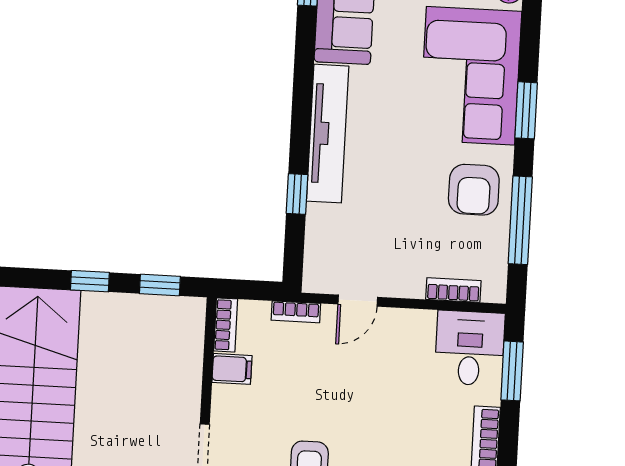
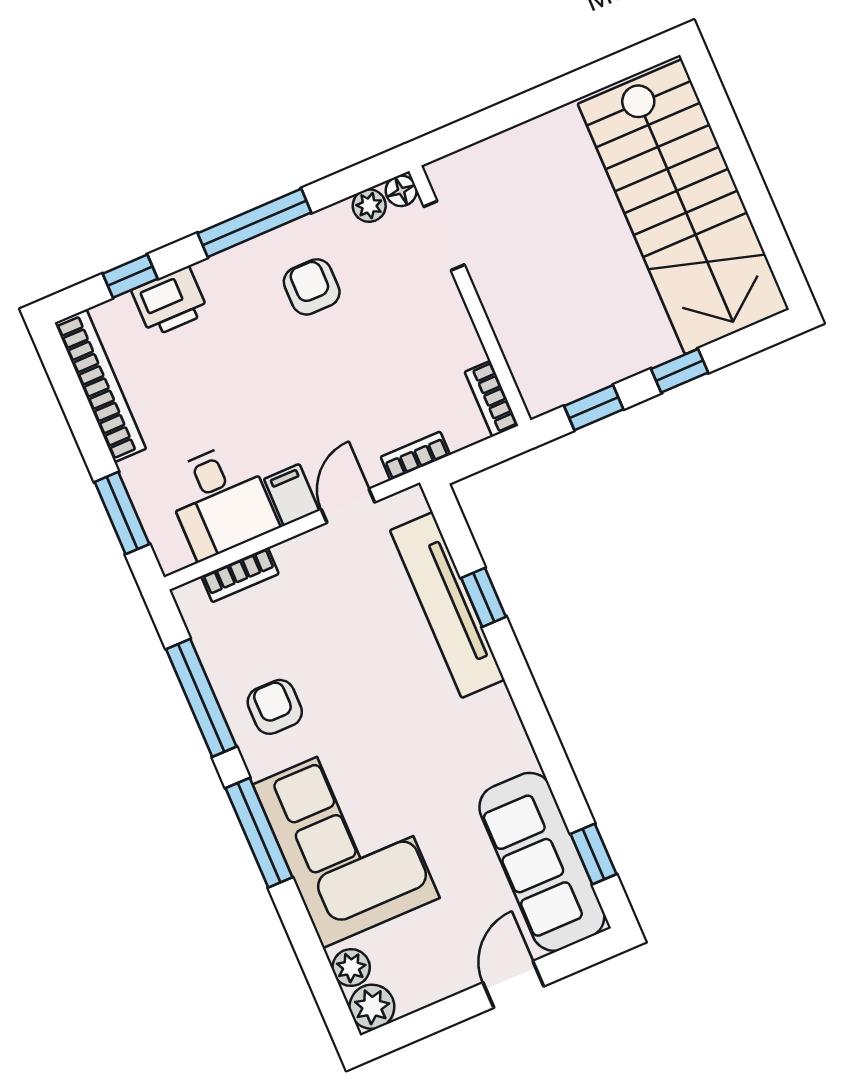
window: (526, 110) -> (259, 833), width x1.44
tv unit: (328, 134) -> (447, 605), moved
armchair: (474, 190) -> (275, 707), width x0.72, depth x0.72
desk: (470, 348) -> (220, 501), moved
filing cabinet: (232, 369) -> (292, 495), moved, turned 90

